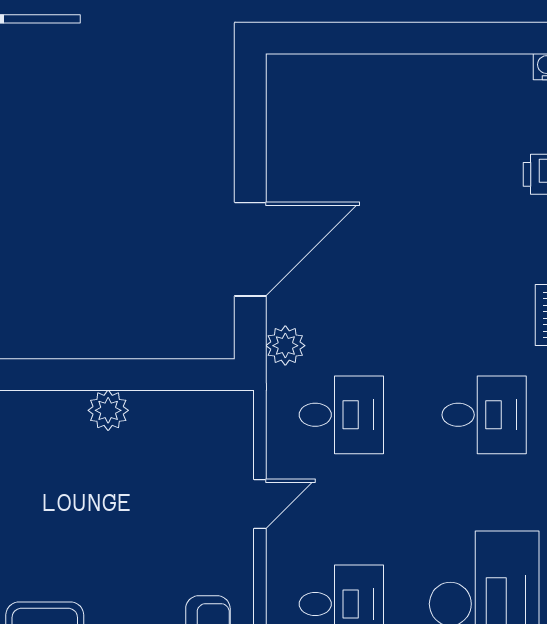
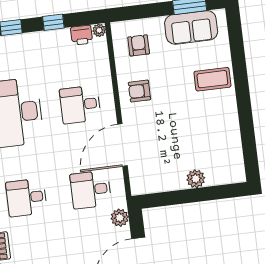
door: (260, 504) -> (122, 145), width x1.87

